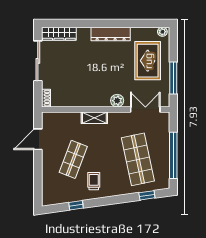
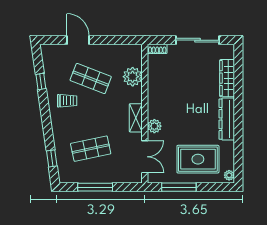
wardrobe: (59, 34) -> (227, 78), moved
shelving: (94, 118) -> (136, 118), moved
plant: (72, 121) -> (133, 77), added
door: (38, 139) -> (78, 40), moved
window: (173, 155) -> (95, 187), width x0.68
shop shelf: (138, 159) -> (91, 149), width x0.70, depth x0.74

